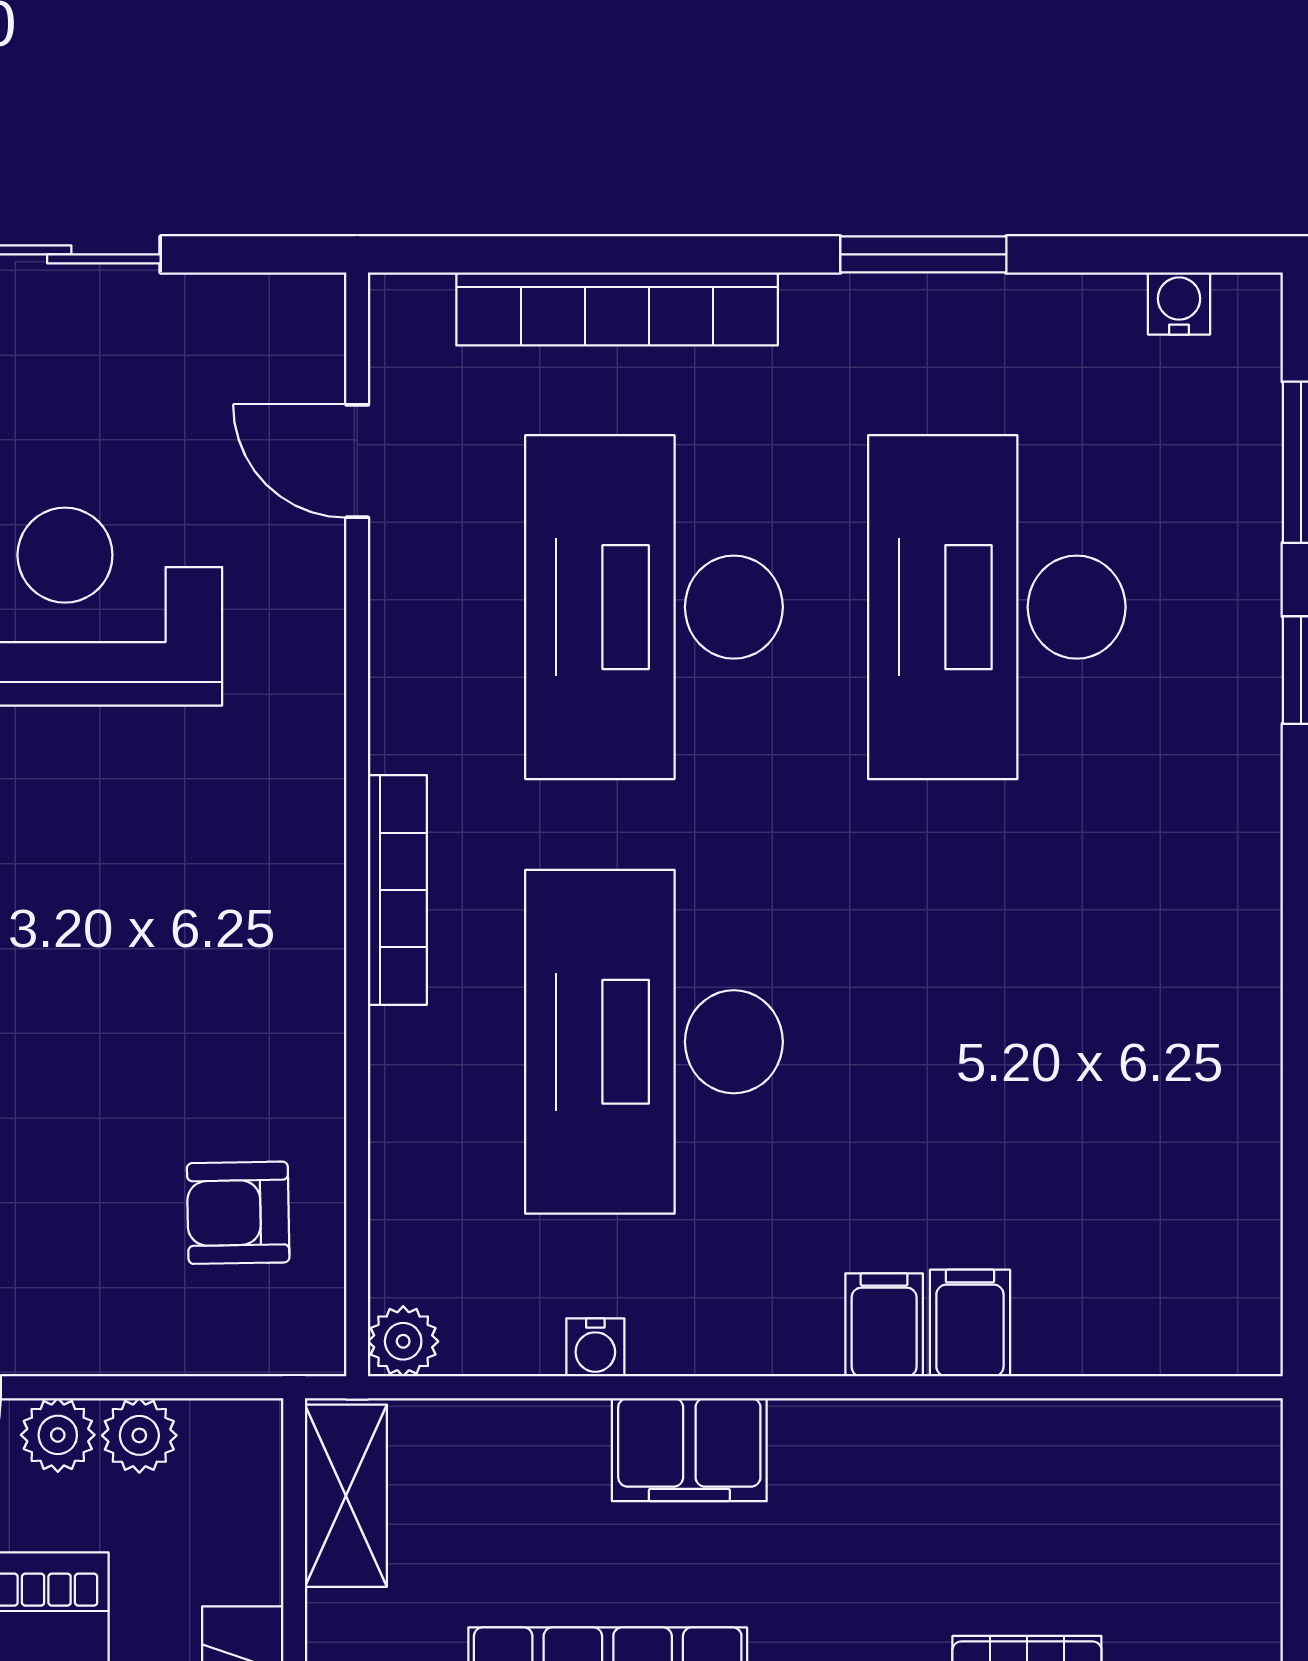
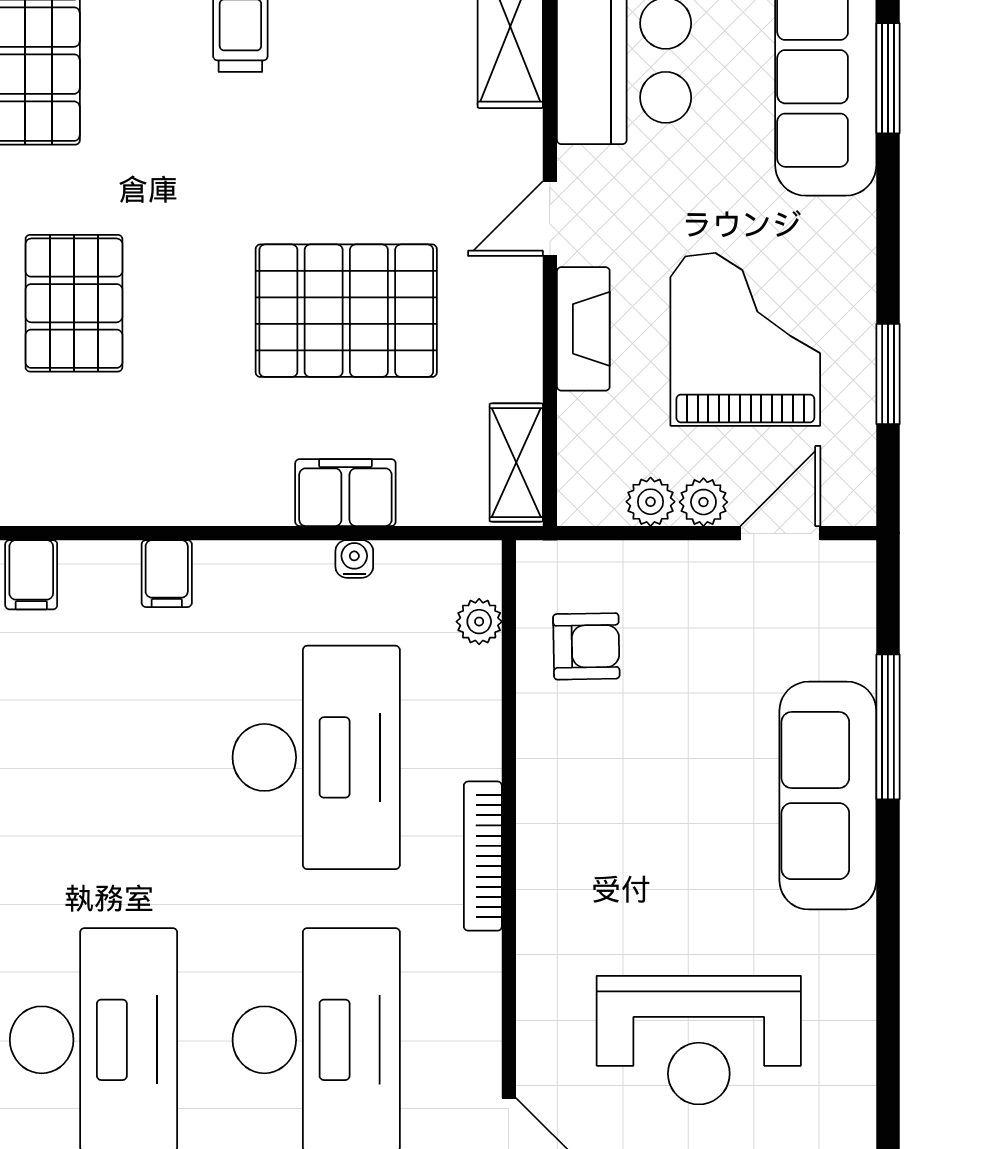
filing cabinet: (970, 1323) -> (31, 575), moved
plant: (403, 1341) -> (479, 622), moved
filing cabinet: (689, 1450) -> (345, 493), moved

